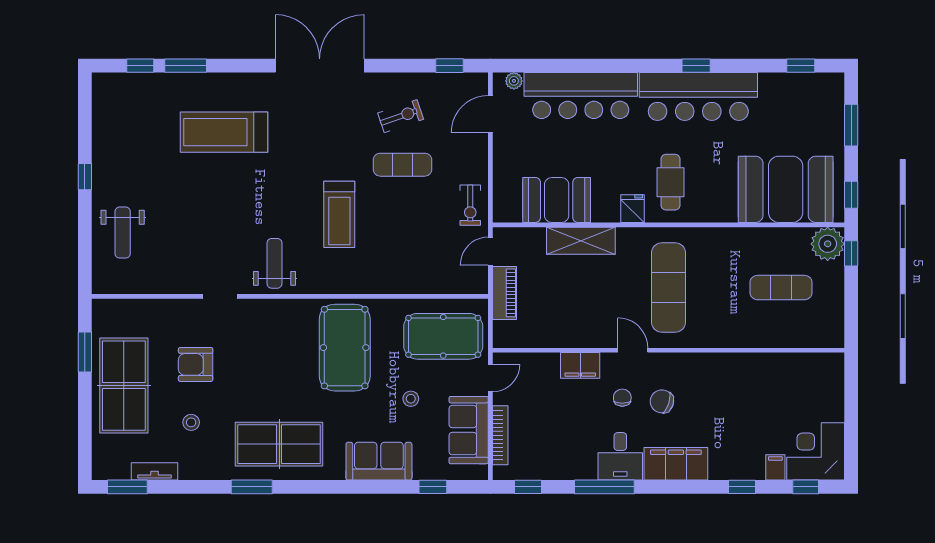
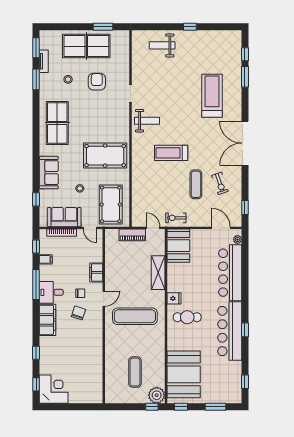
double door: (320, 66) -> (245, 143), swing flipped
booth: (557, 200) -> (178, 246), moved
filing cabinet: (775, 467) -> (46, 259), moved
window: (252, 487) -> (36, 79), moved

